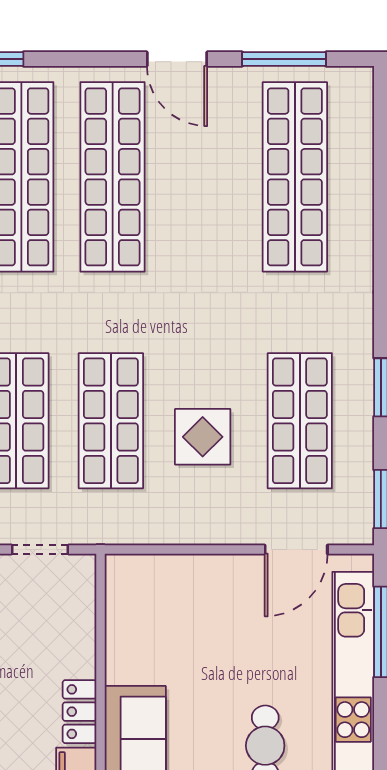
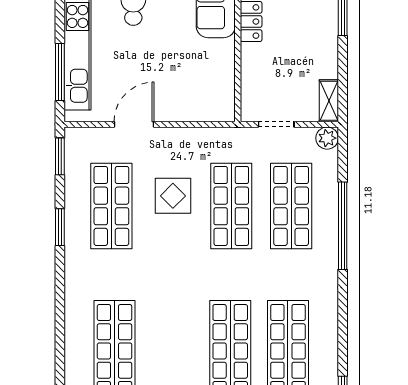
door: (296, 549) -> (134, 124), moved

